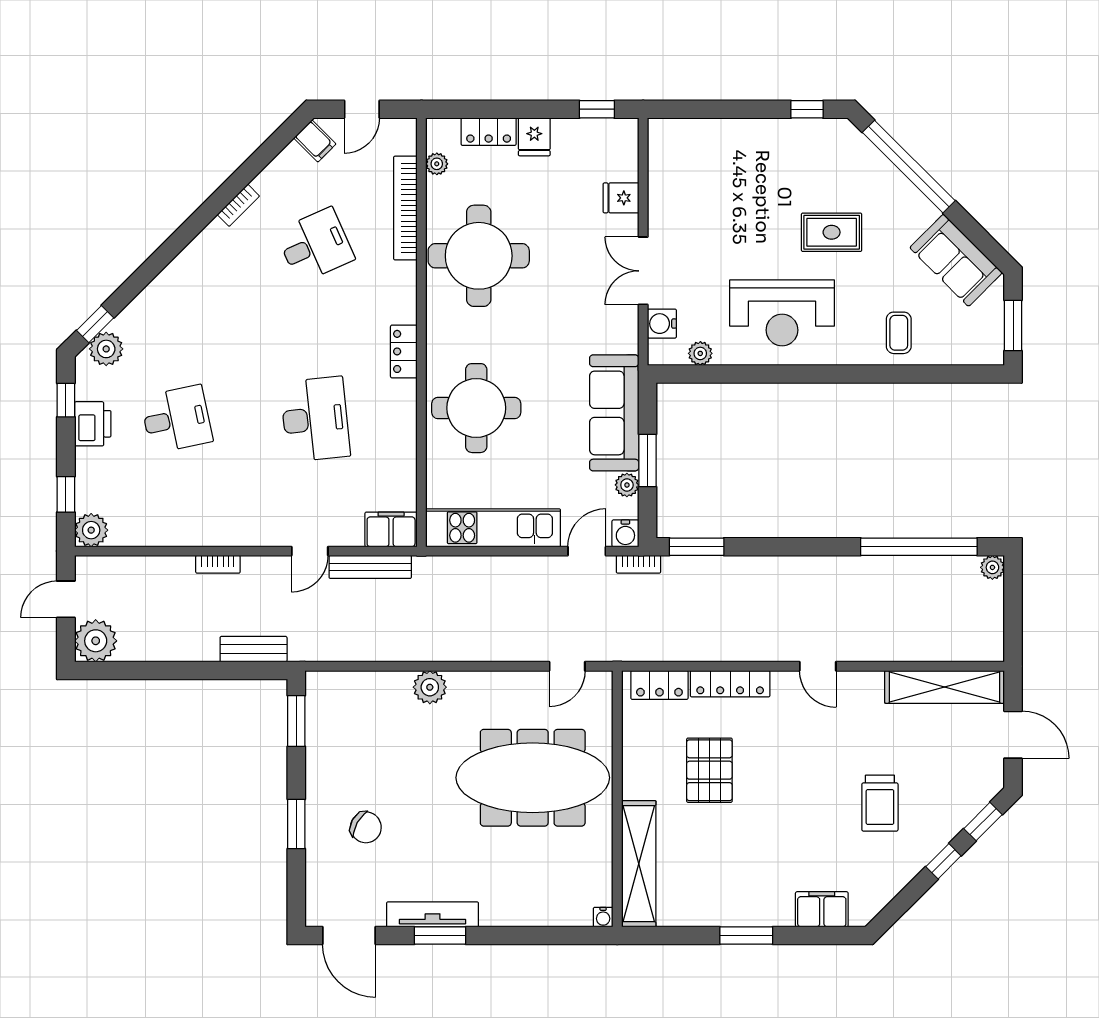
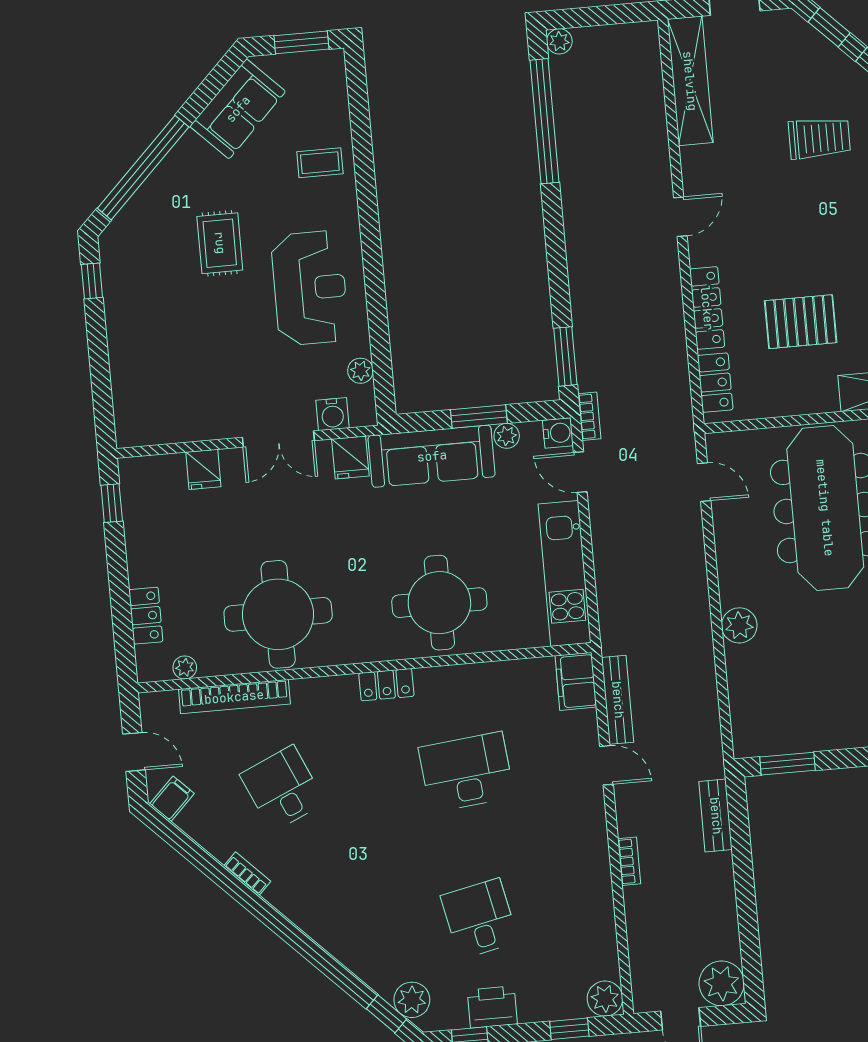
fridge: (534, 137) -> (350, 457), moved, turned 90

